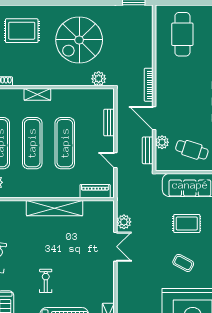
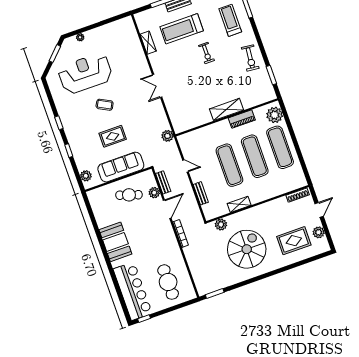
shelving: (37, 94) -> (239, 204), moved
door: (154, 118) -> (167, 209), hinge flipped
piano: (95, 191) -> (242, 119), moved
shelving: (55, 208) -> (227, 109), width x0.68
plant: (124, 222) -> (167, 136), moved
double door: (115, 247) -> (157, 86), moved

